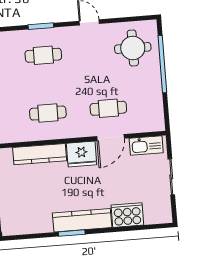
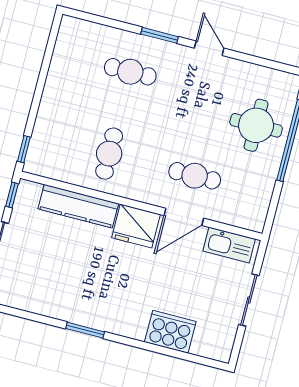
window: (41, 26) -> (160, 35), moved
round table: (133, 48) -> (256, 125), moved
cafe table: (48, 113) -> (109, 154), turned 90
kitchen counter: (82, 220) -> (105, 317), removed

